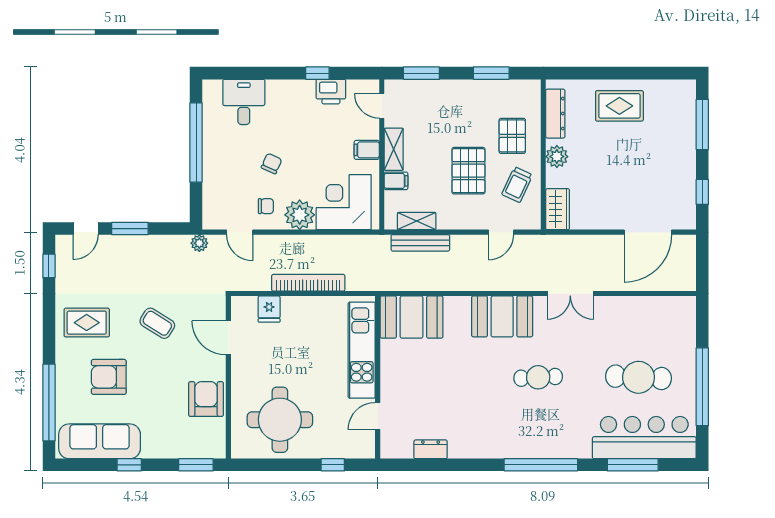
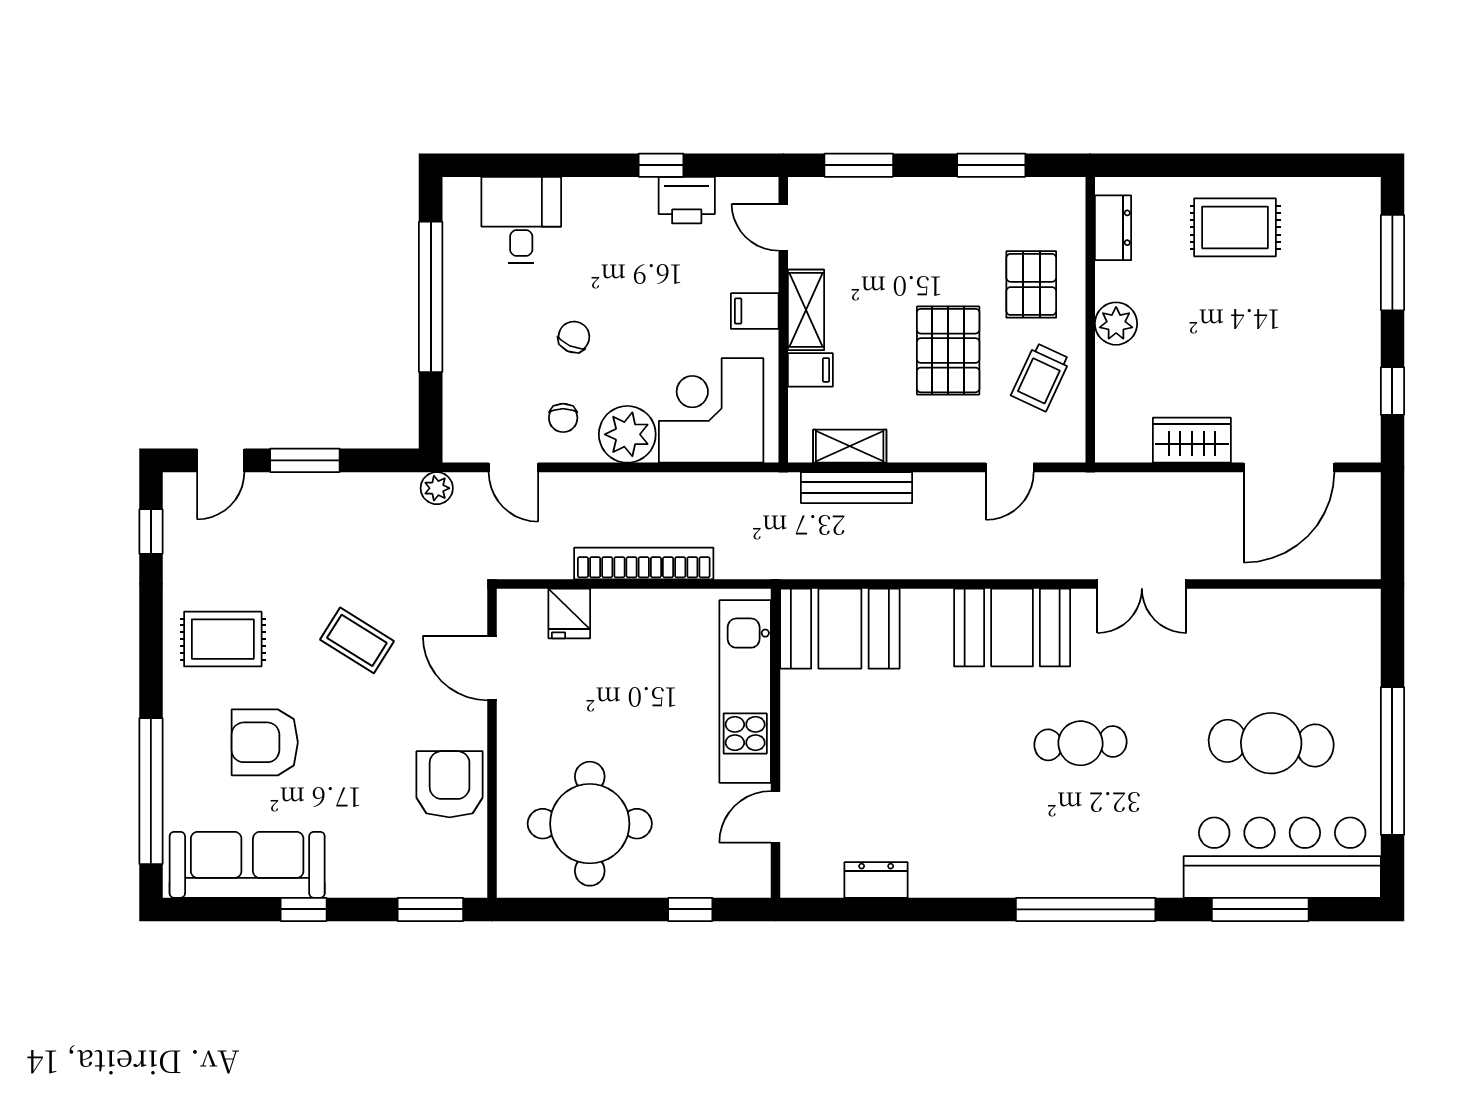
dresser: (555, 114) -> (1113, 228), width x0.70
chair: (266, 206) -> (563, 418), turned 90
wardrobe: (558, 209) -> (1192, 440), moved, turned -90

